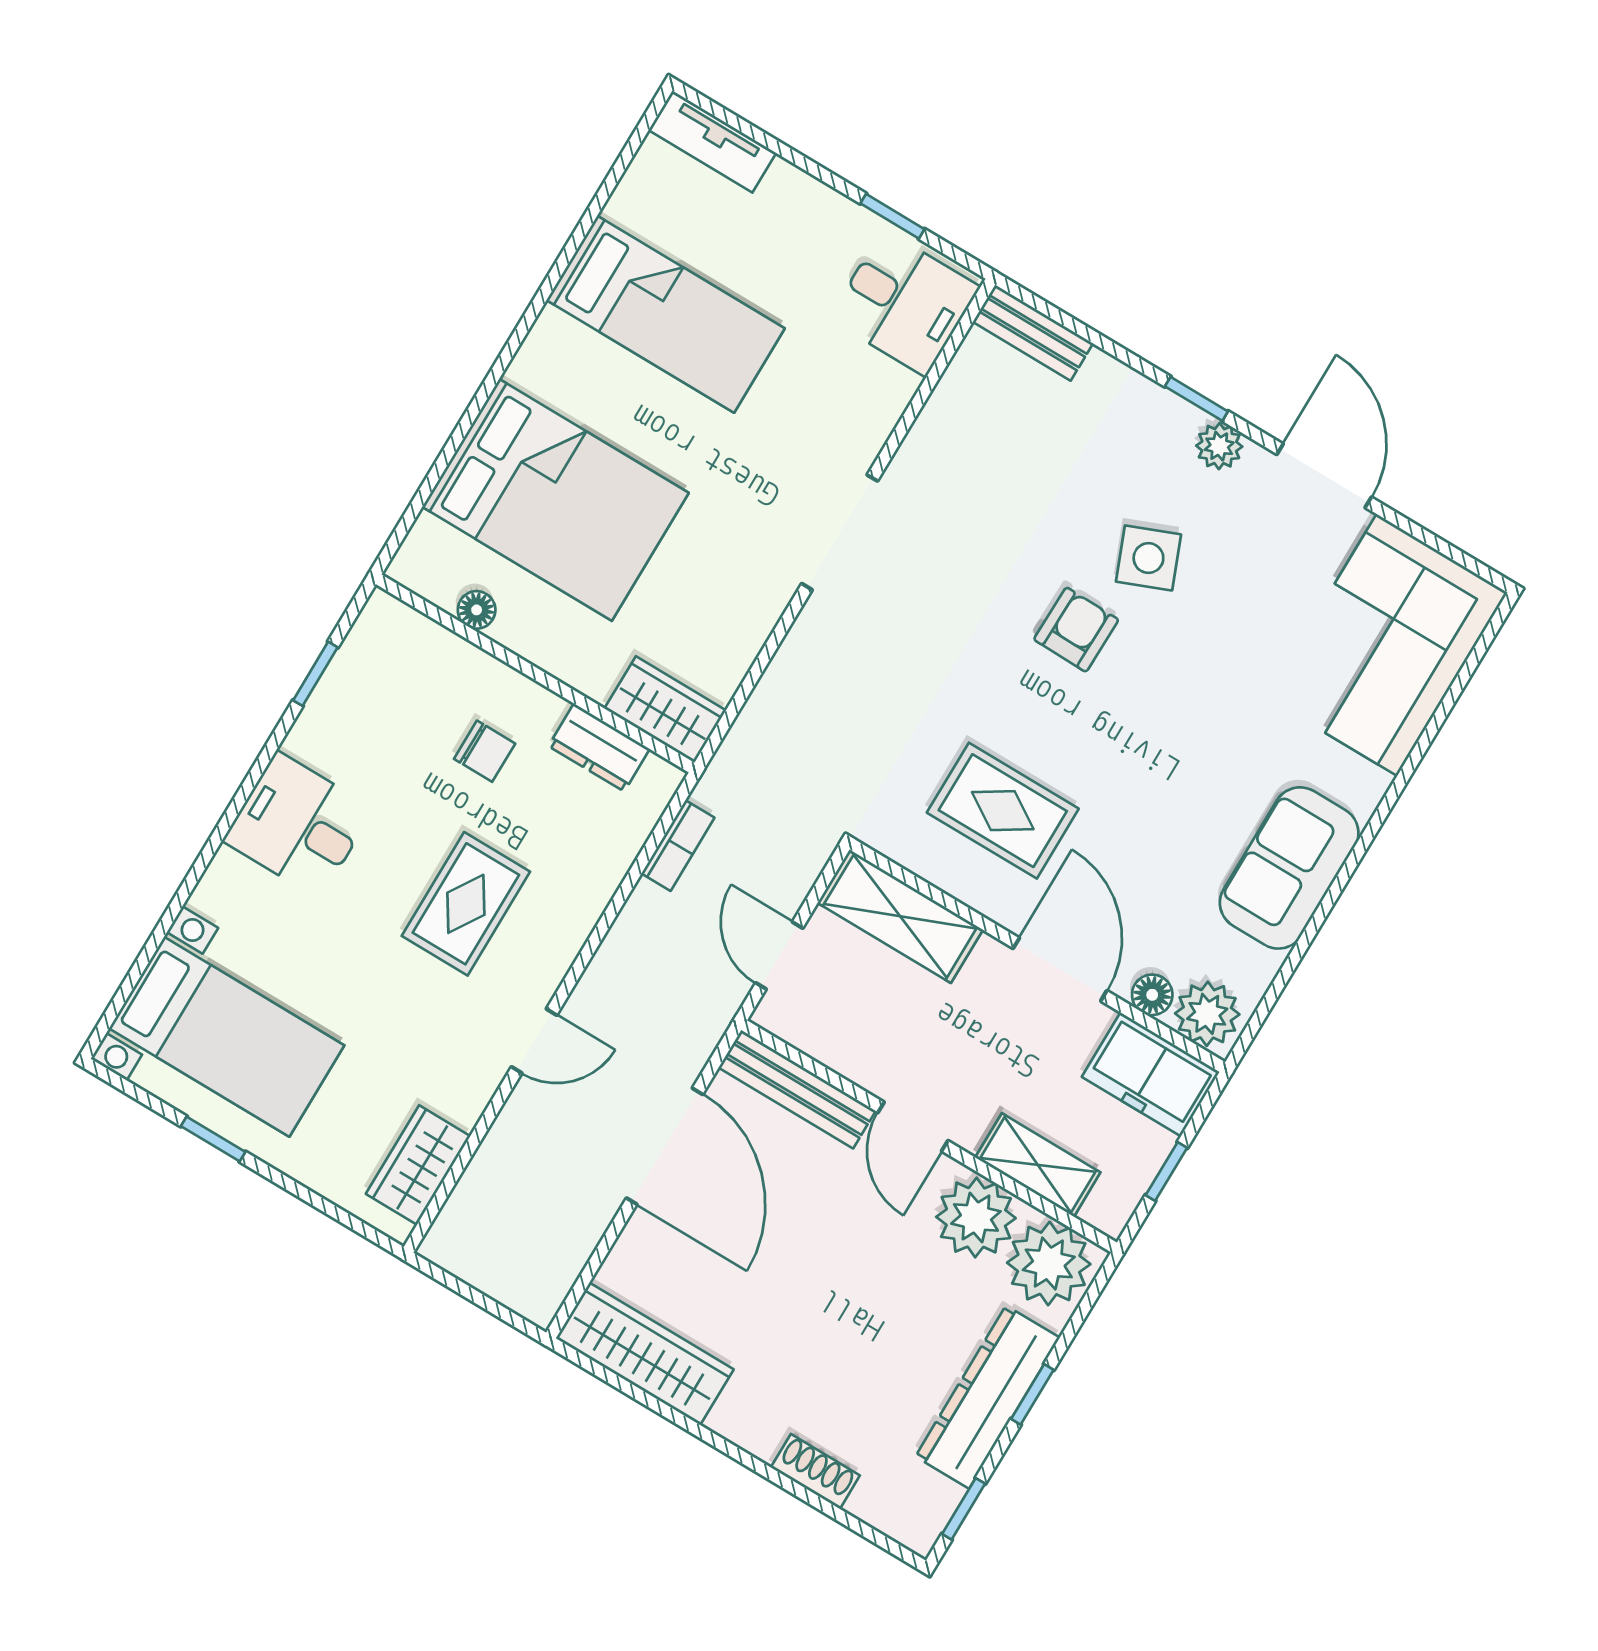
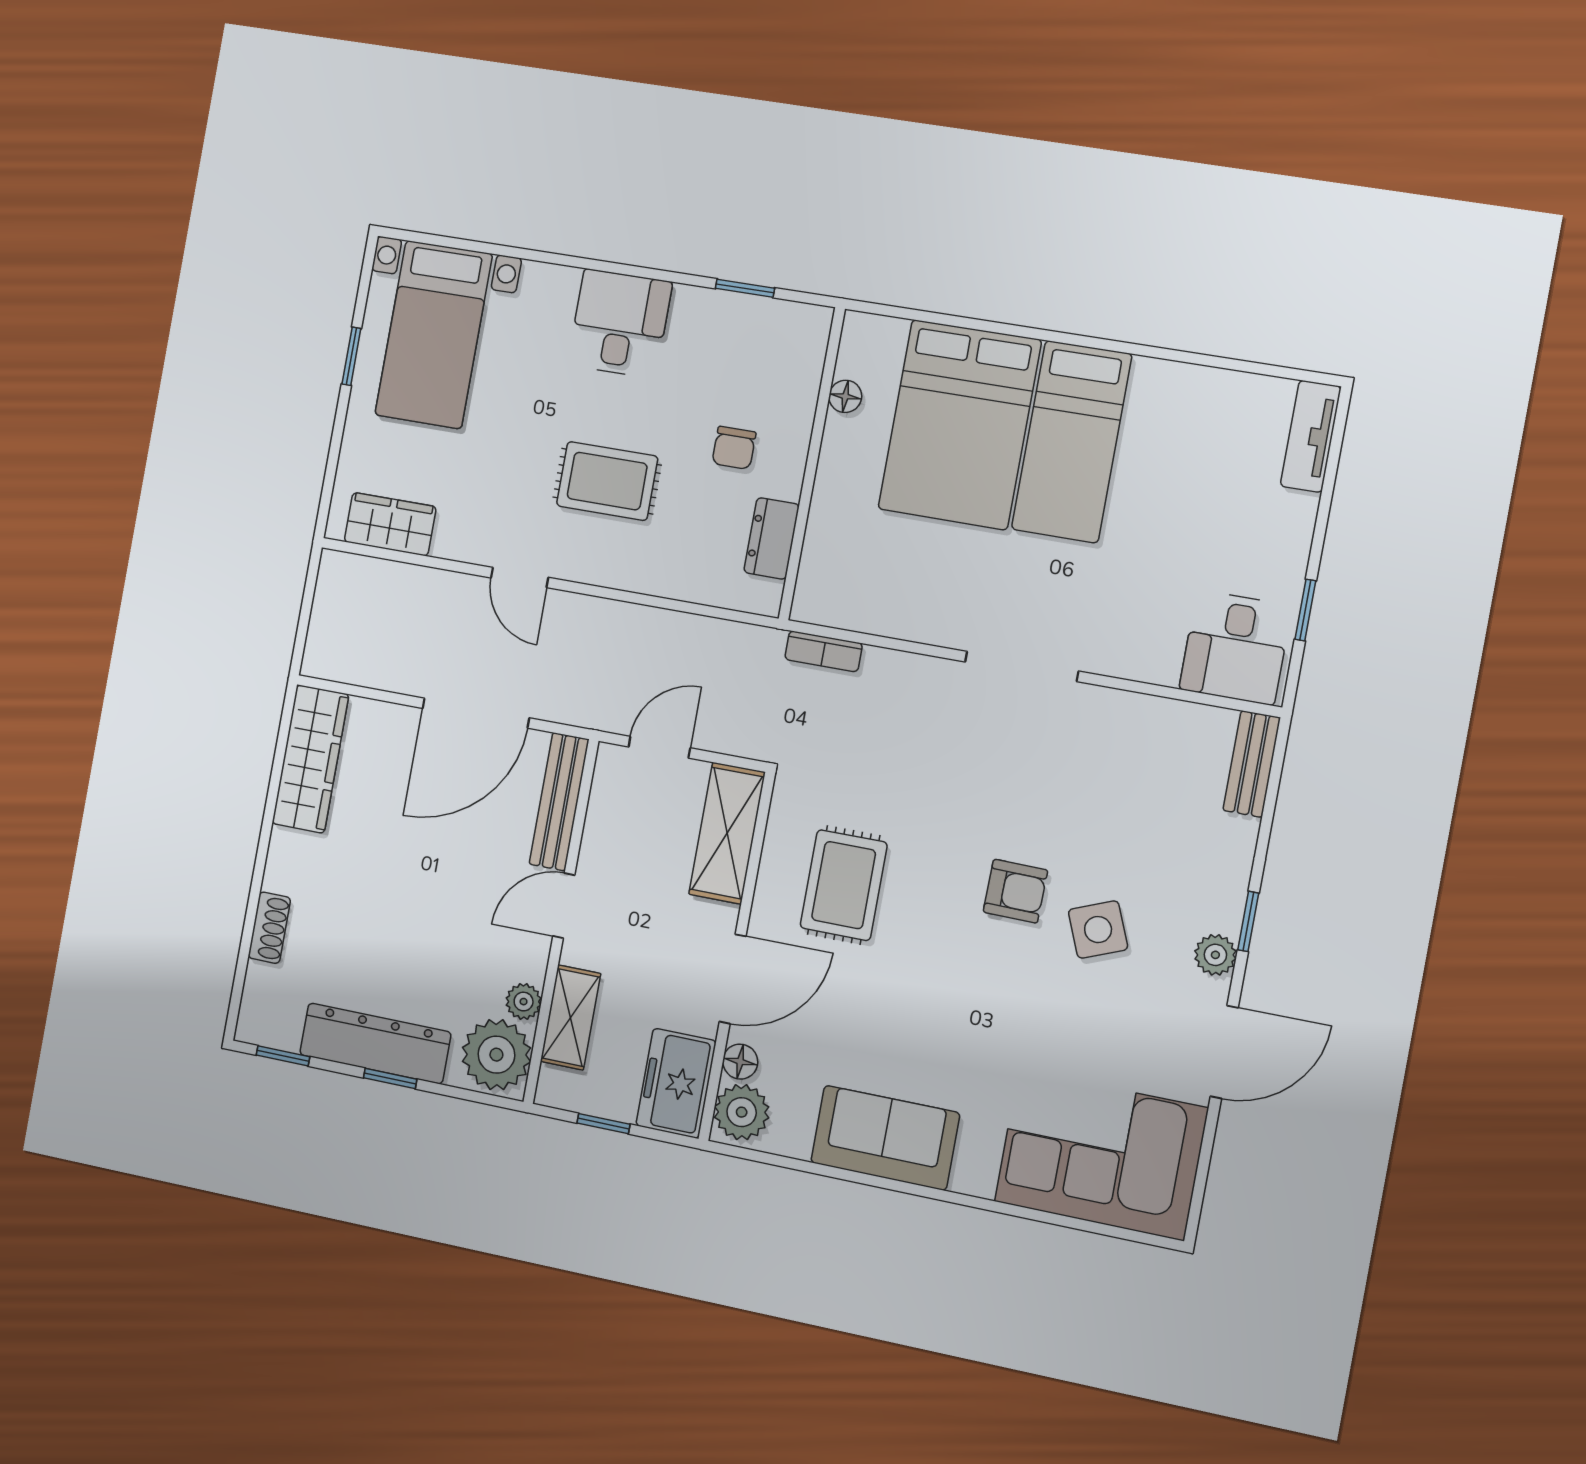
bed: (666, 314) -> (1072, 442), moved
wardrobe: (665, 709) -> (822, 580), removed
bookcase: (678, 846) -> (824, 651), moved
plant: (976, 1217) -> (524, 1002), width x0.53, depth x0.53

